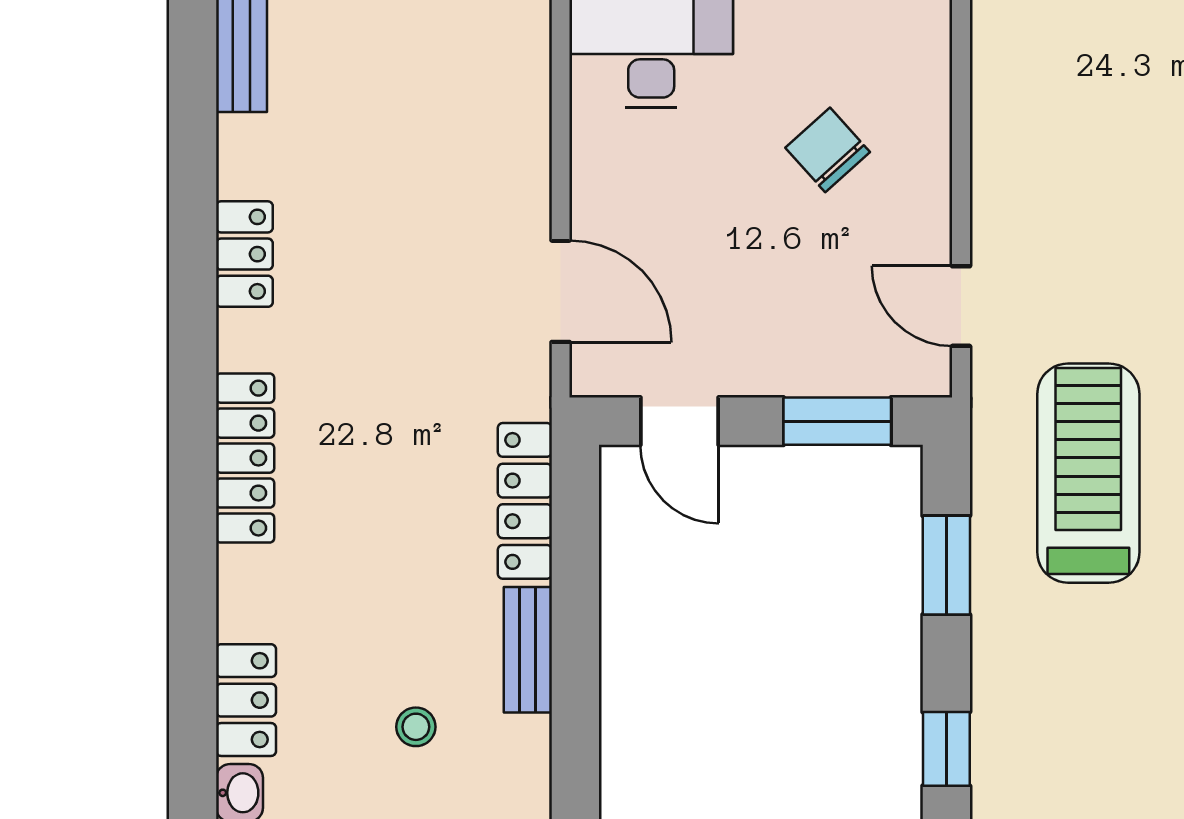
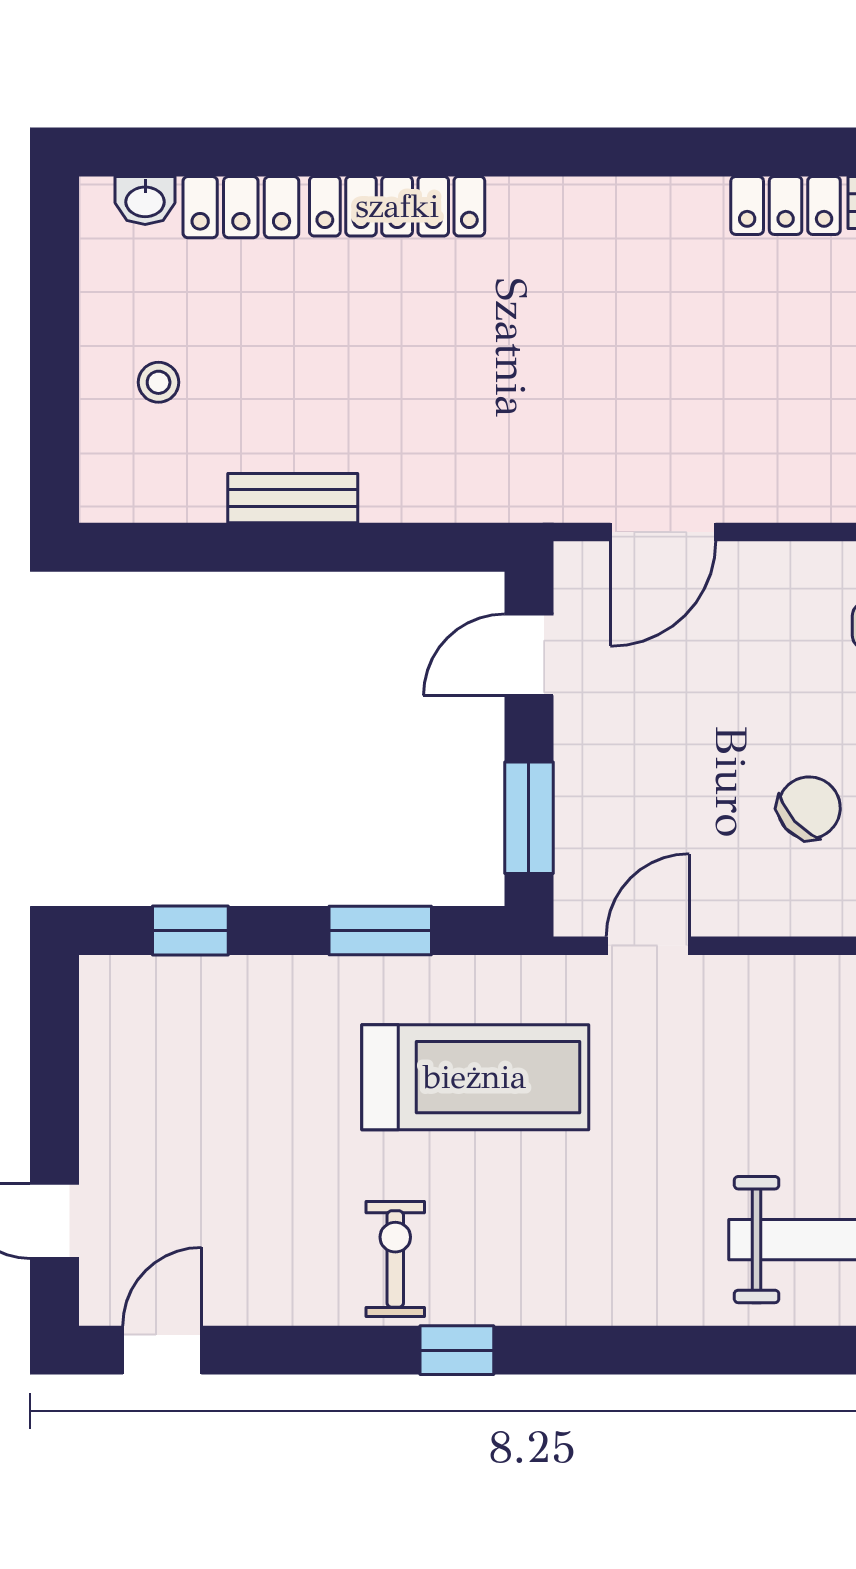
locker: (244, 254) -> (786, 205), moved
locker: (245, 458) -> (397, 206), moved
locker: (525, 501) -> (447, 495), removed
stool: (416, 727) -> (159, 382), moved

